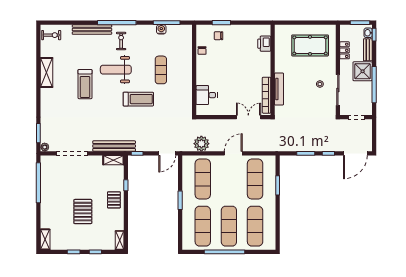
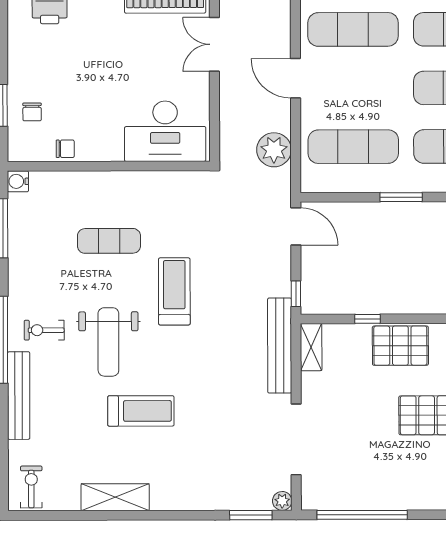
water cooler: (161, 29) -> (18, 181), moved
desk: (207, 95) -> (165, 131), width x1.87, depth x1.30
pallet: (114, 200) -> (400, 346), width x1.50, depth x1.42

